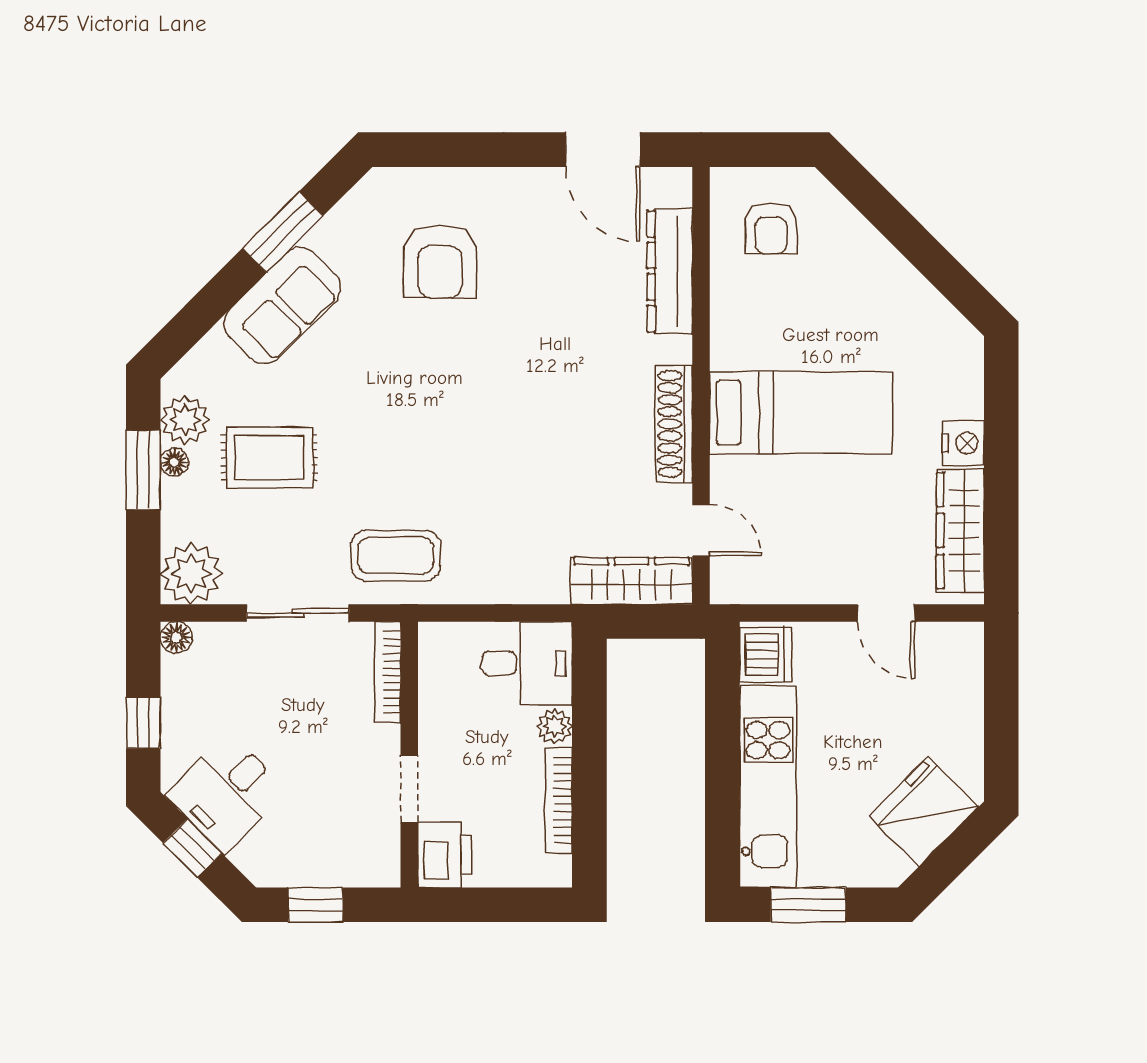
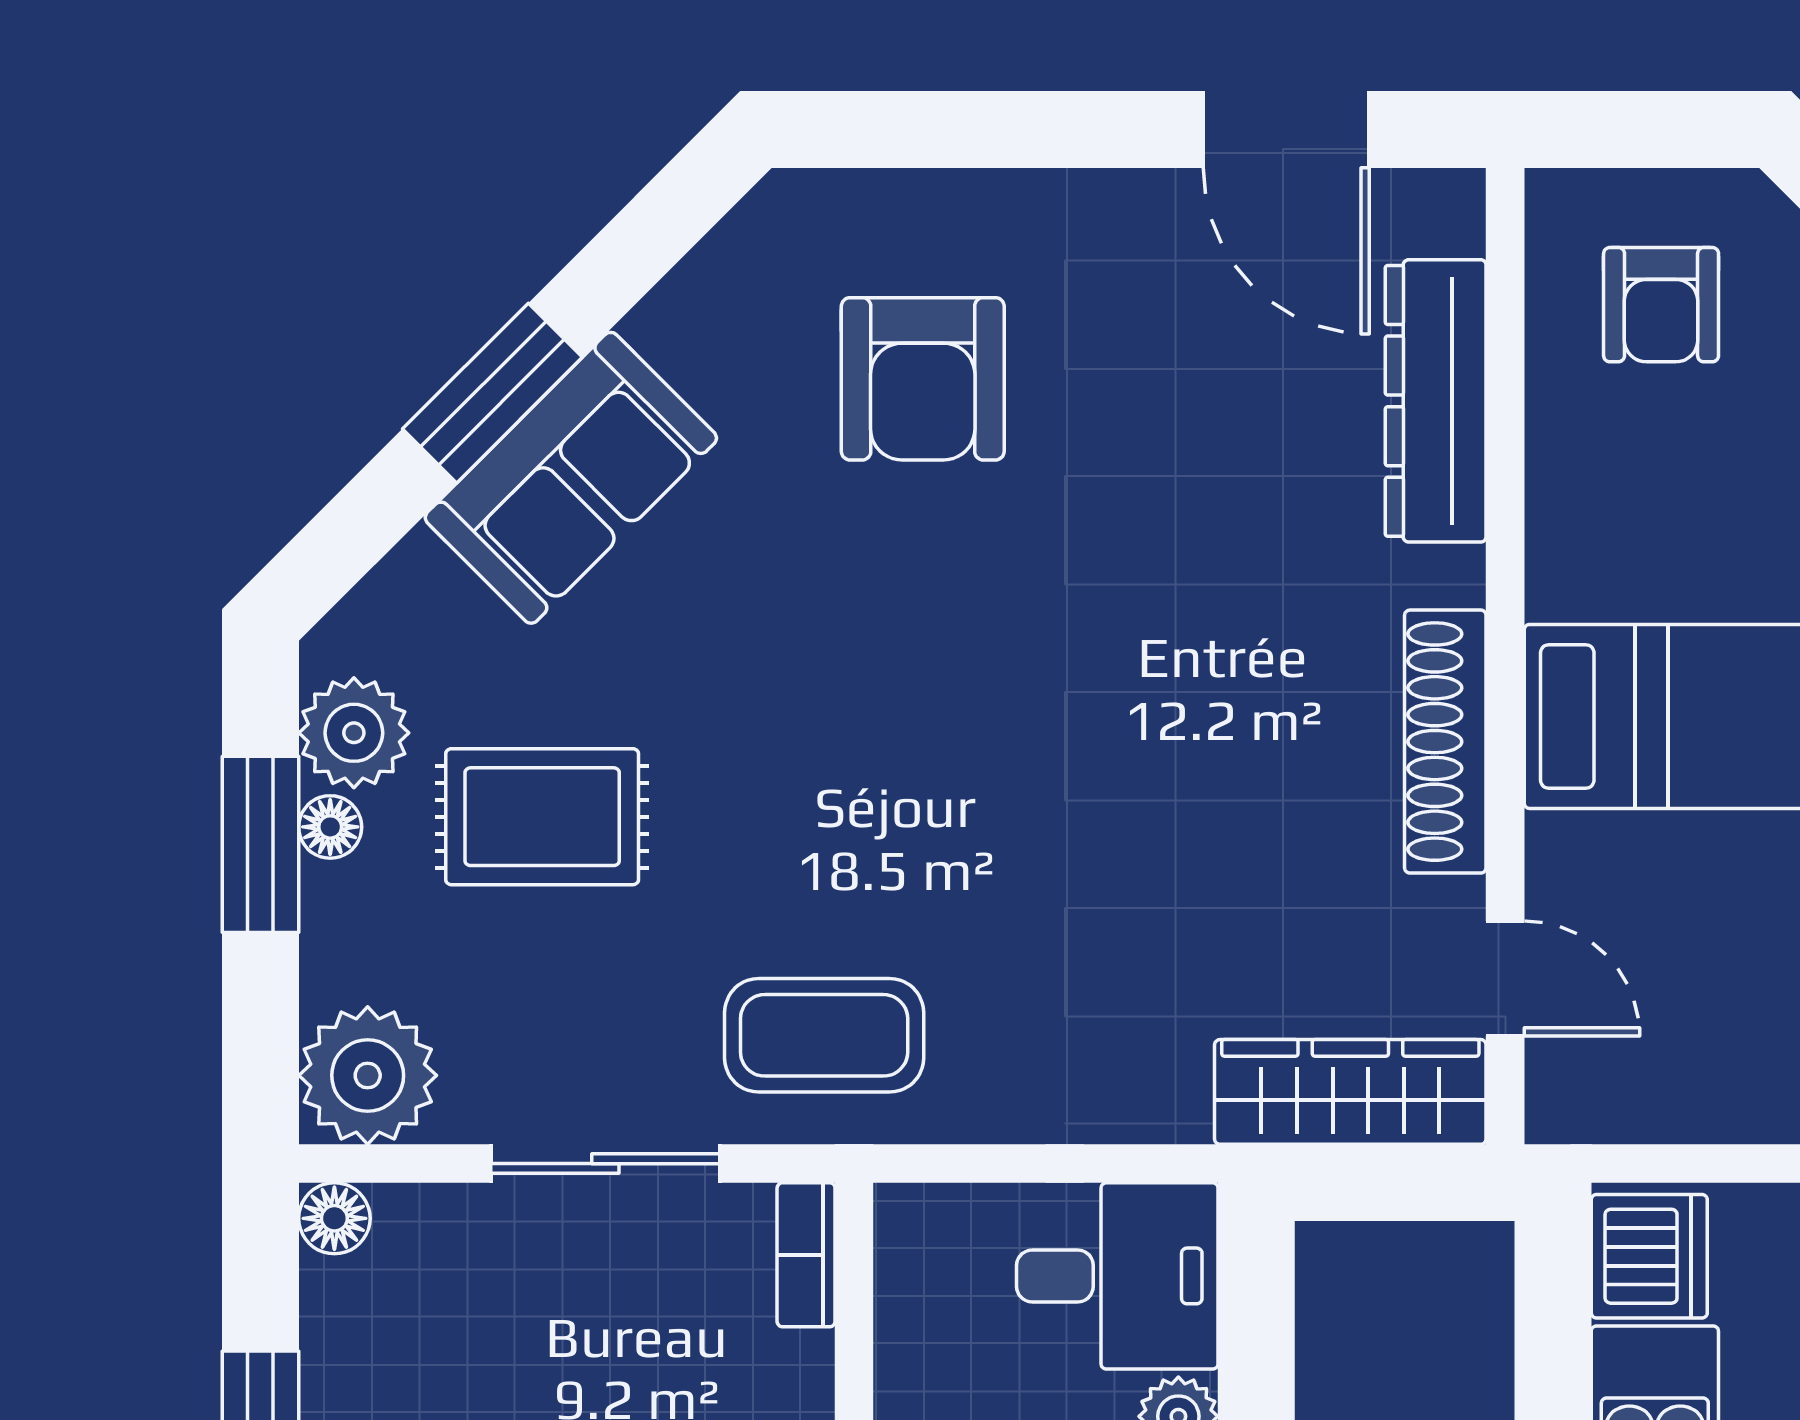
window: (283, 232) -> (492, 393), moved
bookcase: (388, 672) -> (806, 1255), width x0.64

